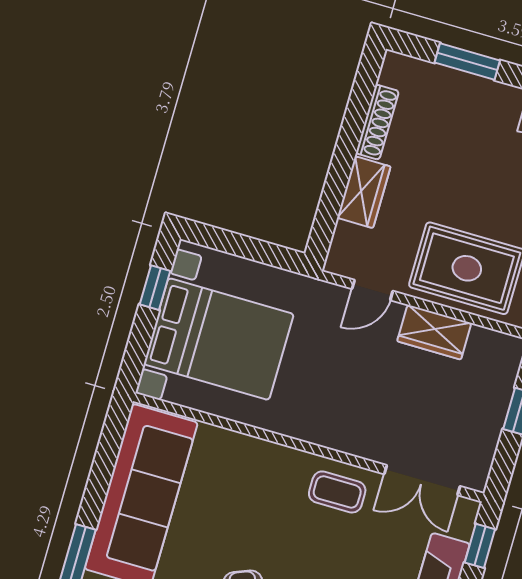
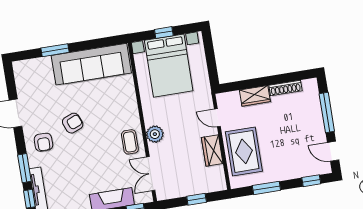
window: (467, 61) -> (327, 112), width x1.44
window: (155, 288) -> (164, 33), moved
plant: (345, 434) -> (155, 134), added

